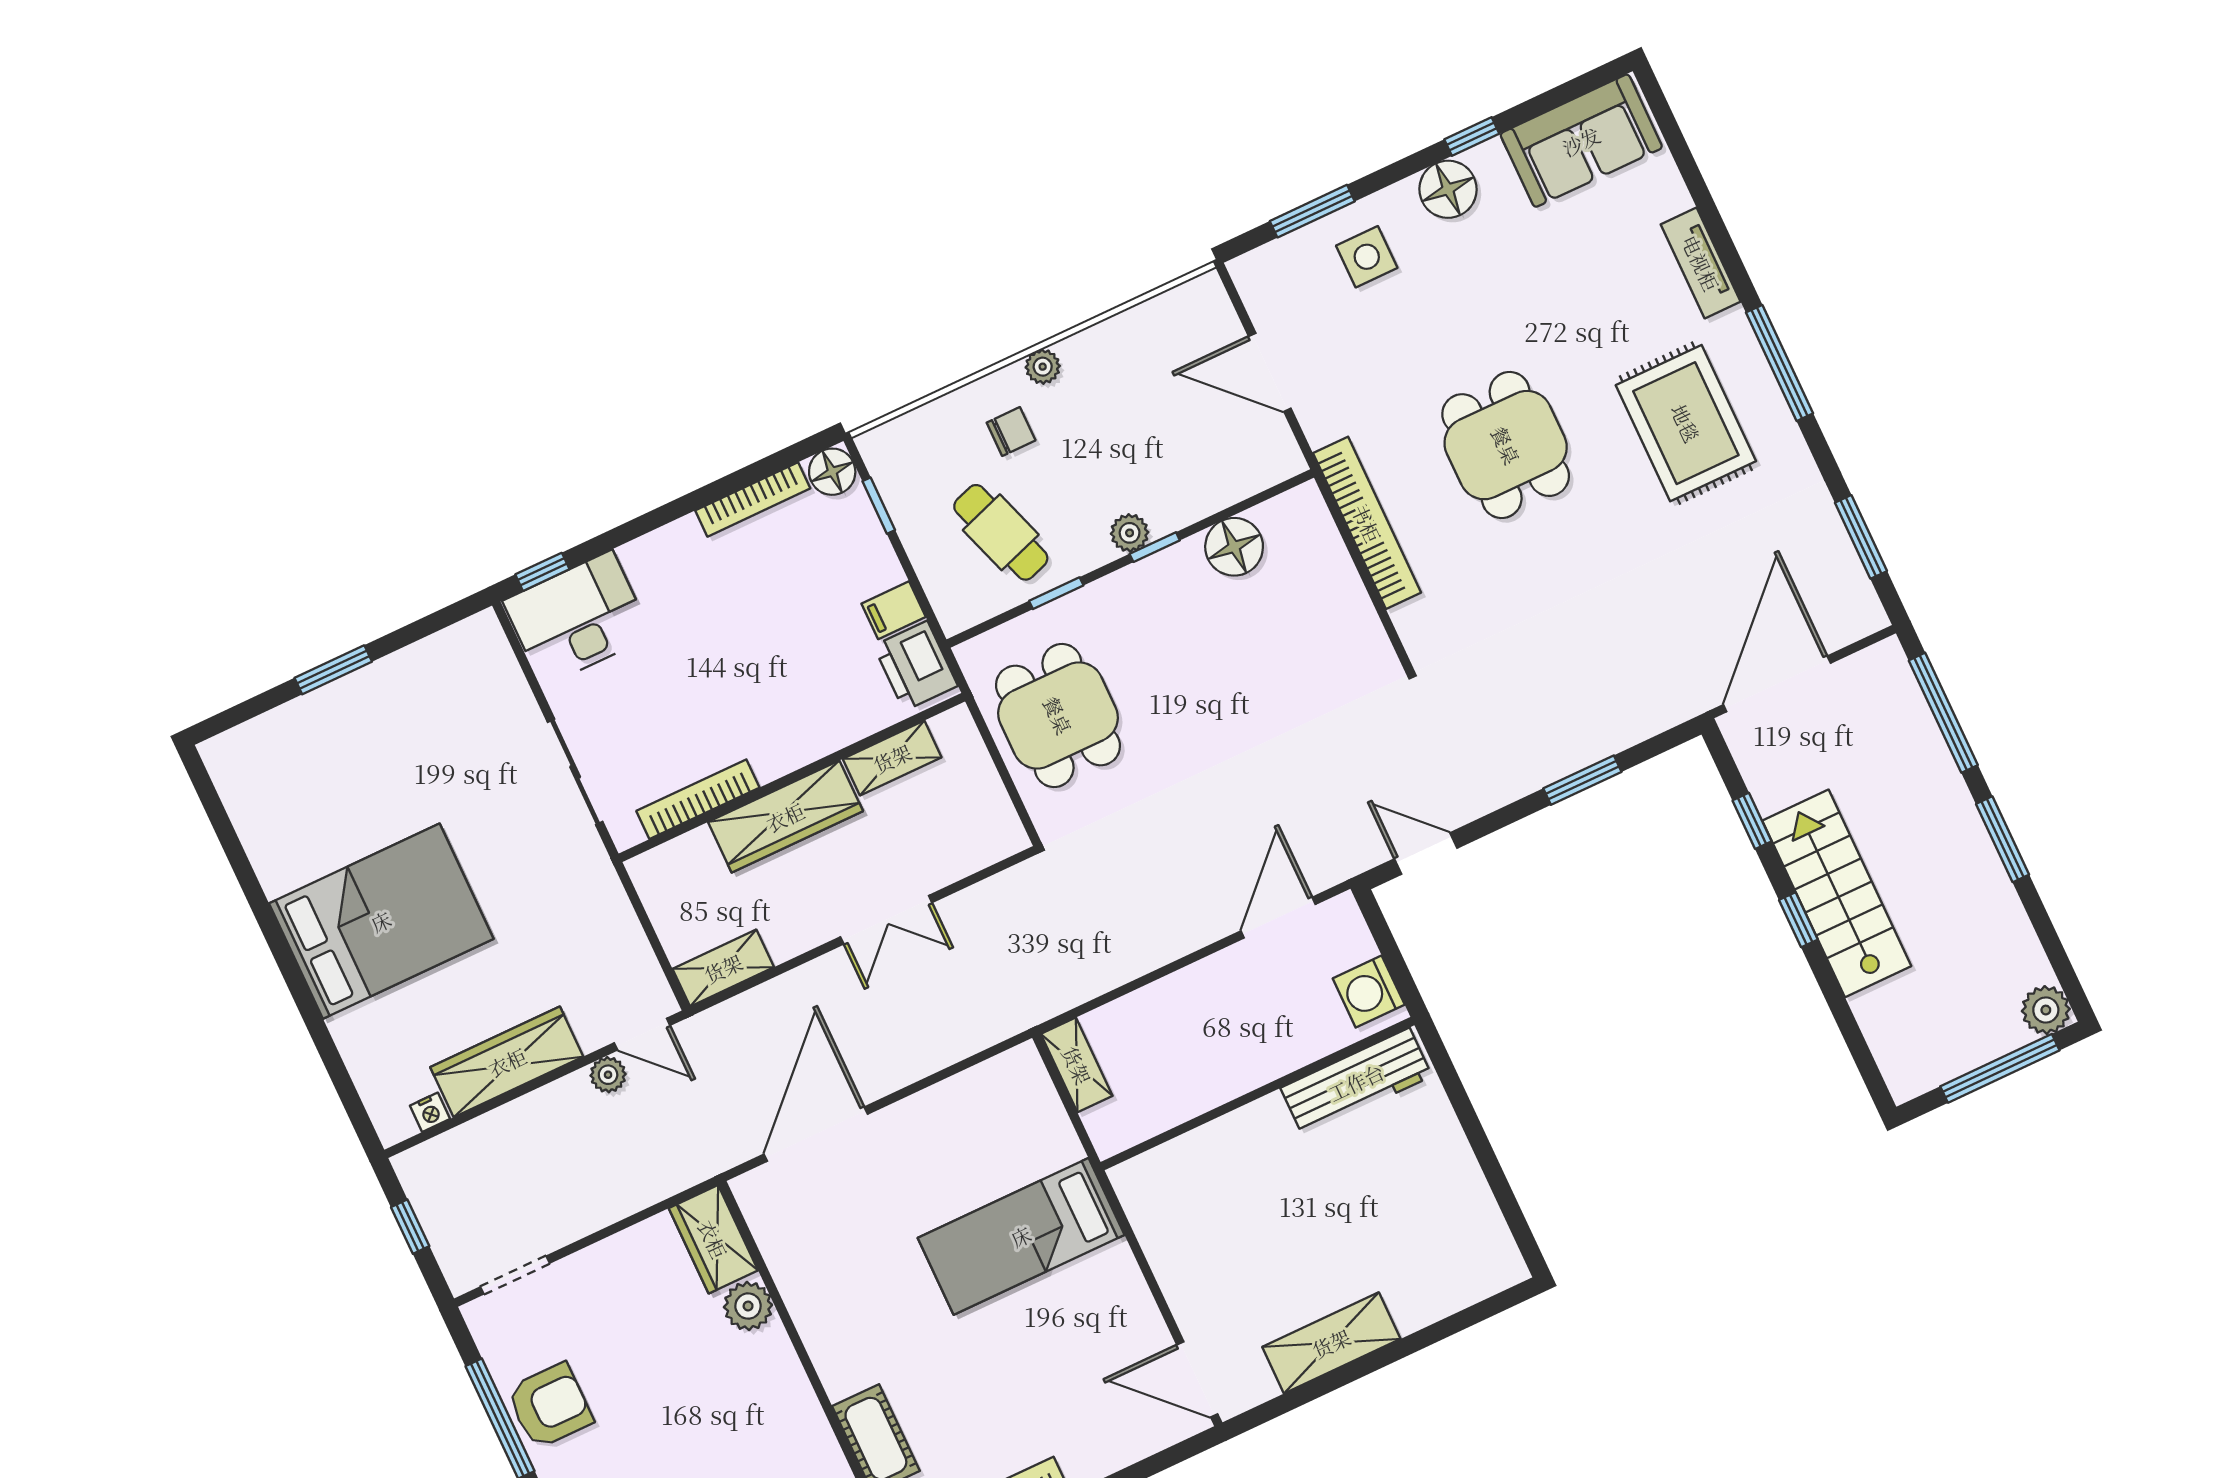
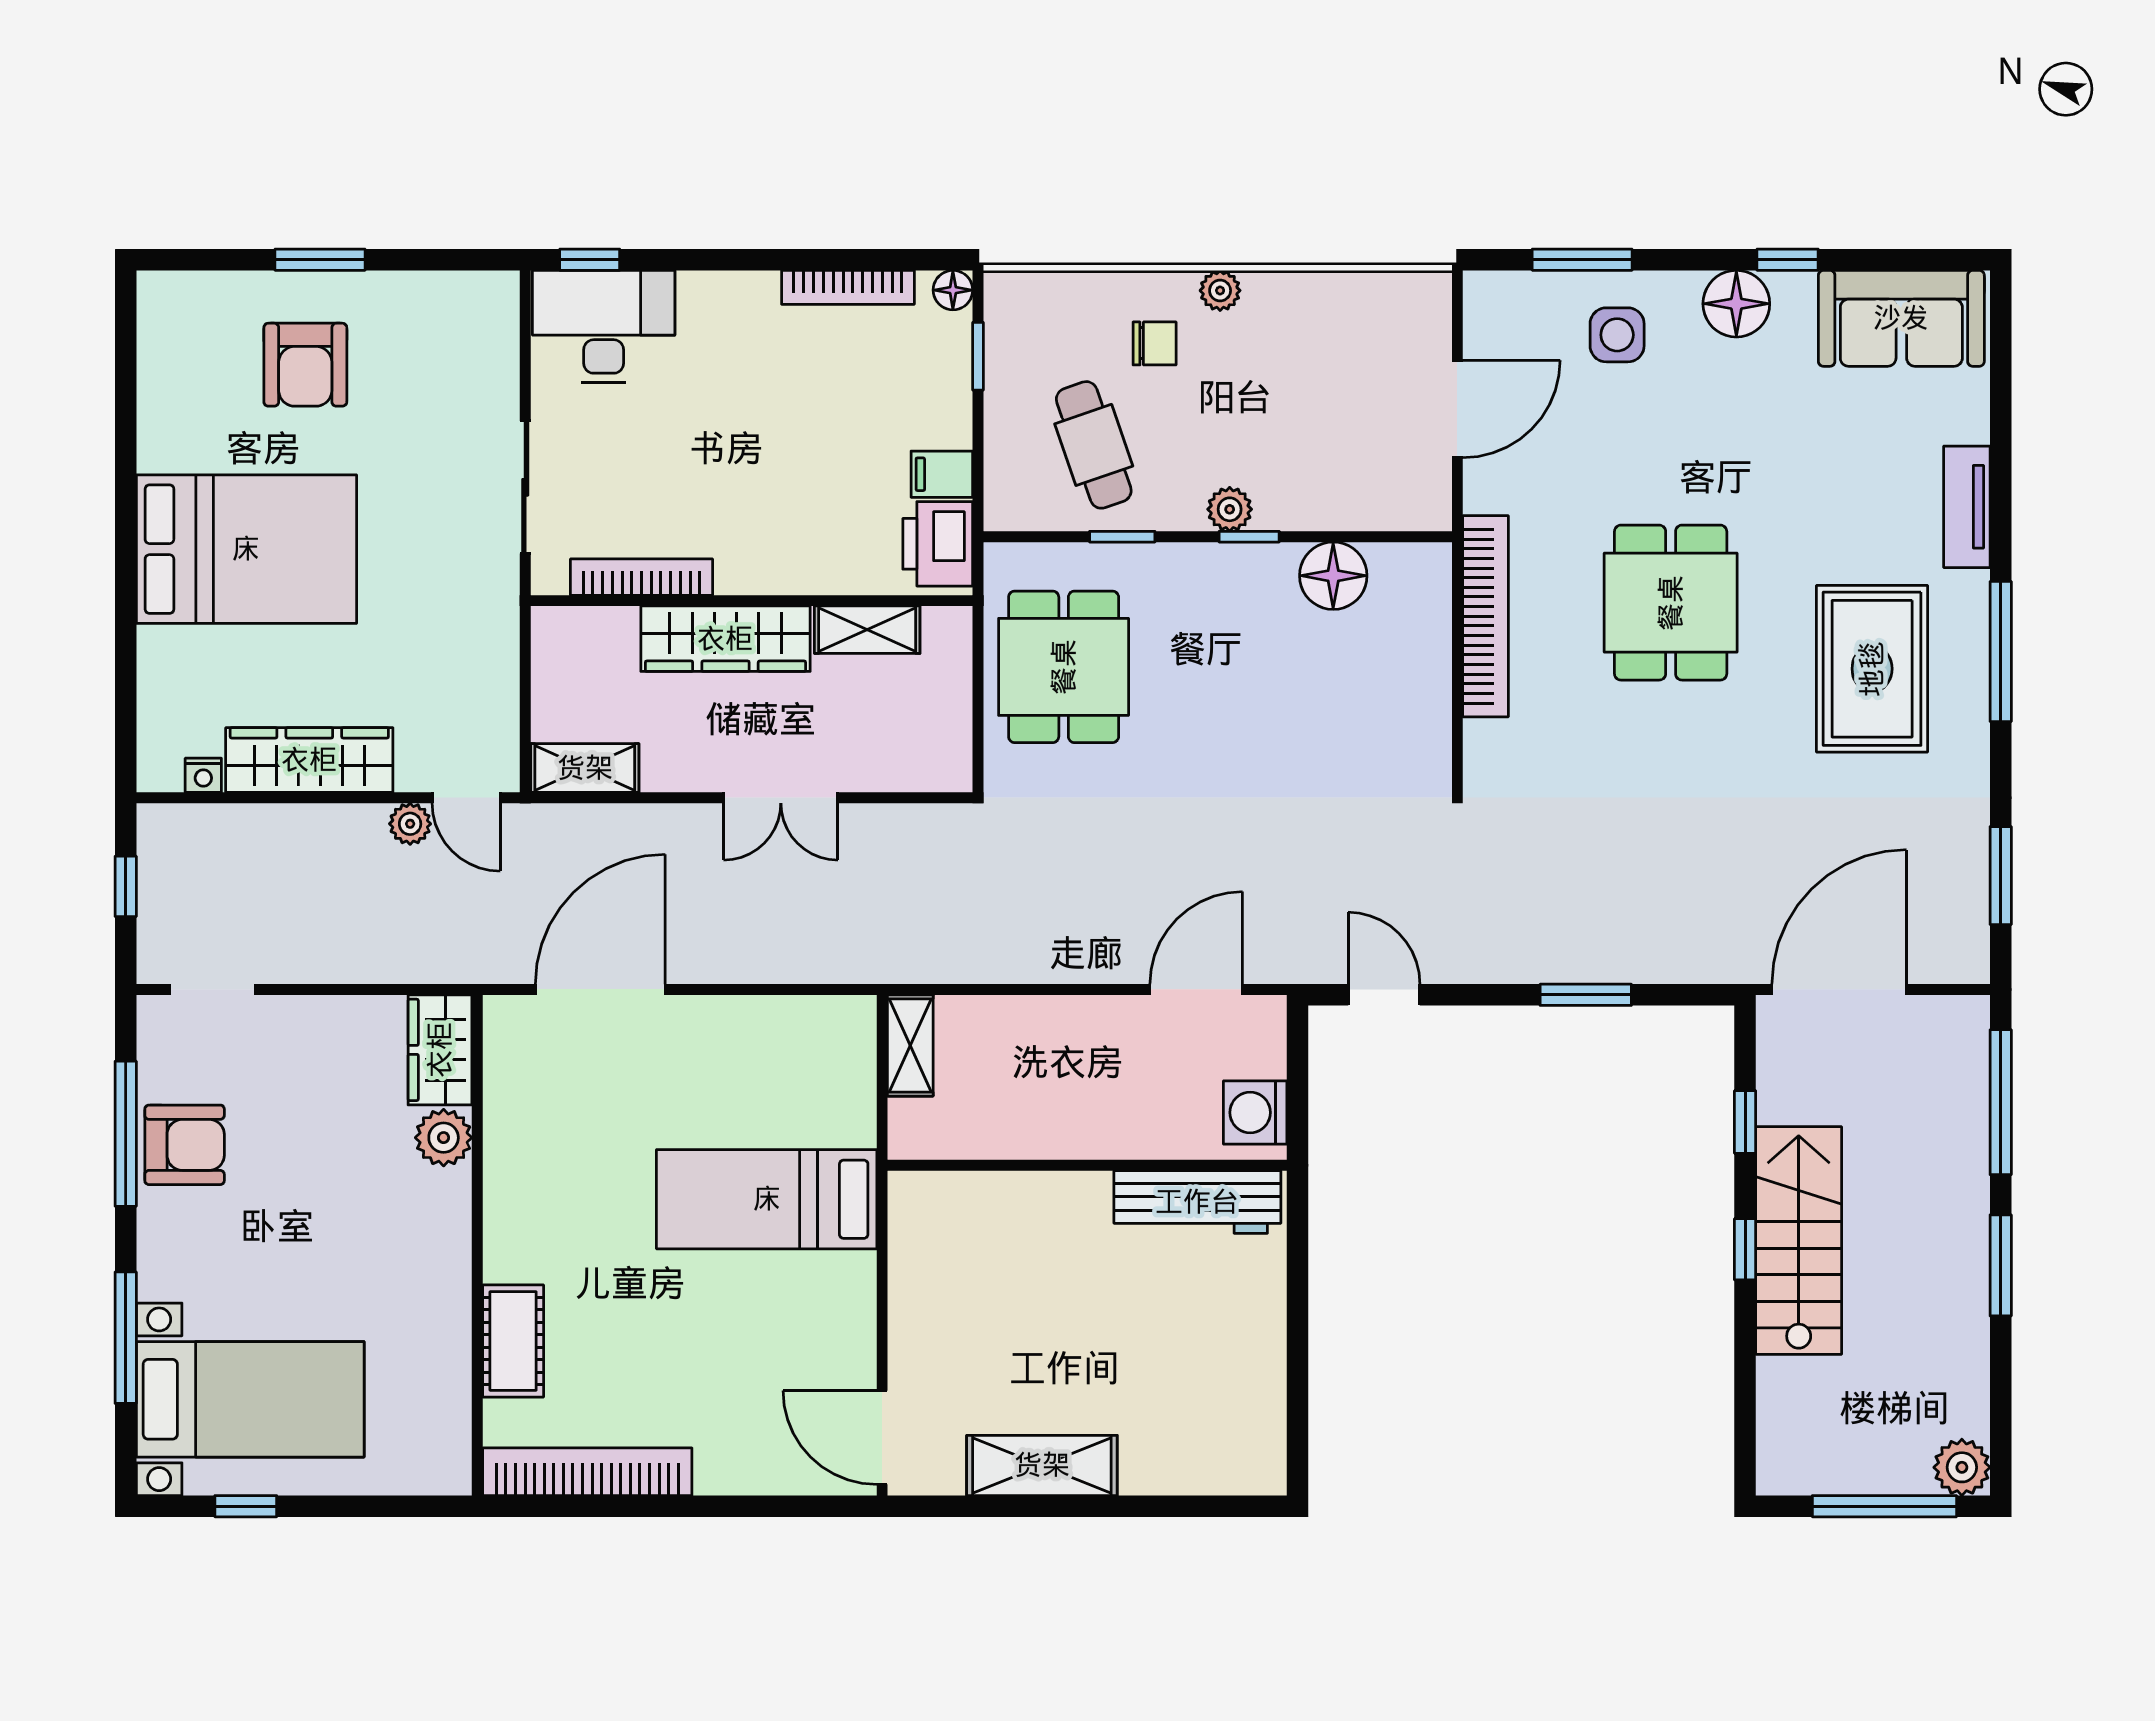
door: (1270, 372) -> (1457, 409), swing flipped
floor lamp: (832, 472) -> (953, 290), width x0.73, depth x0.73
armchair: (360, 757) -> (305, 365), added

